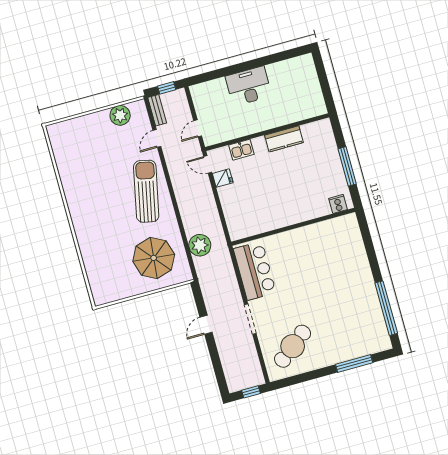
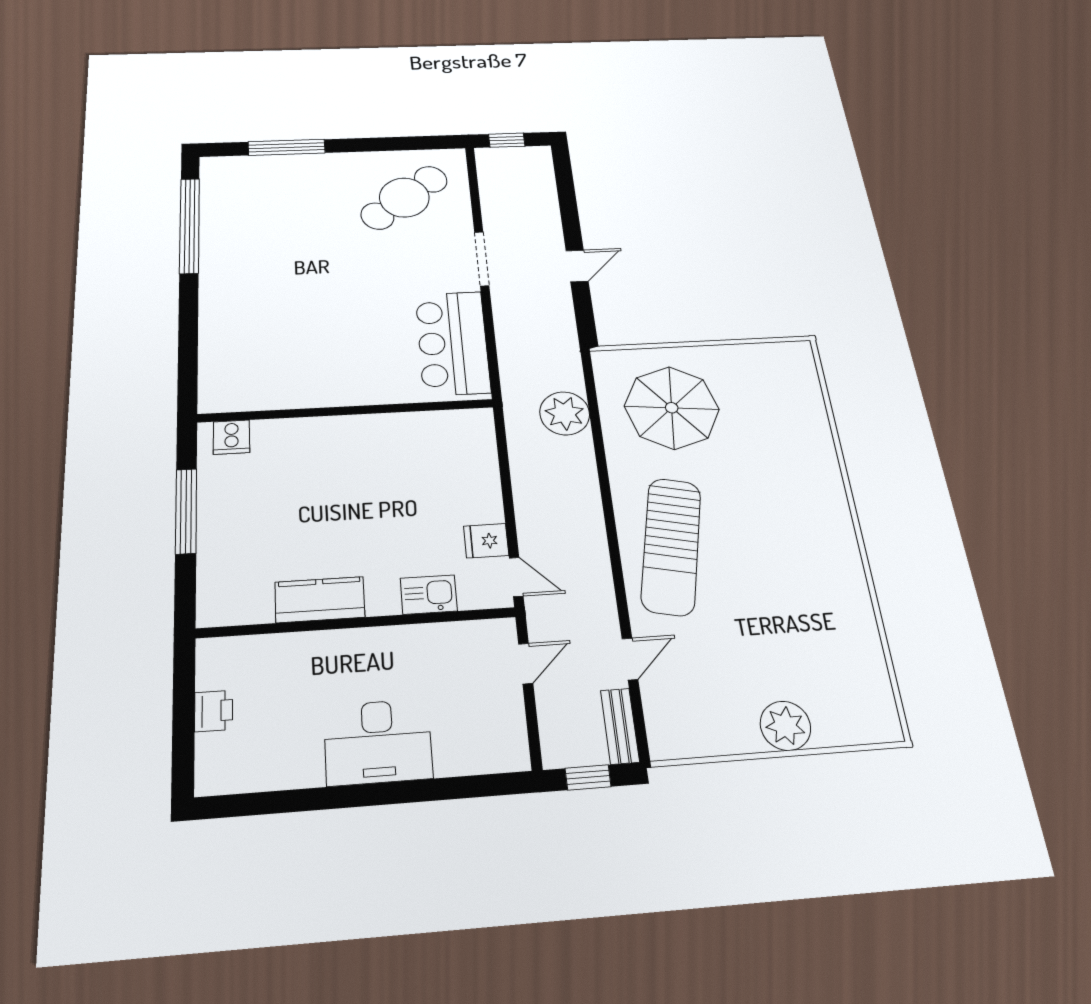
printer: (313, 86) -> (214, 711), added
plant: (120, 115) -> (785, 726), moved

